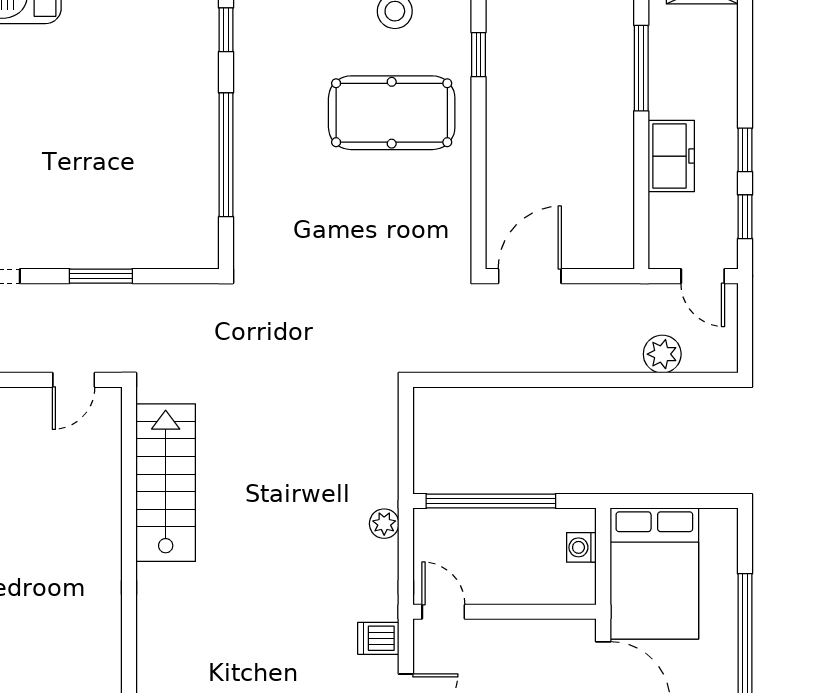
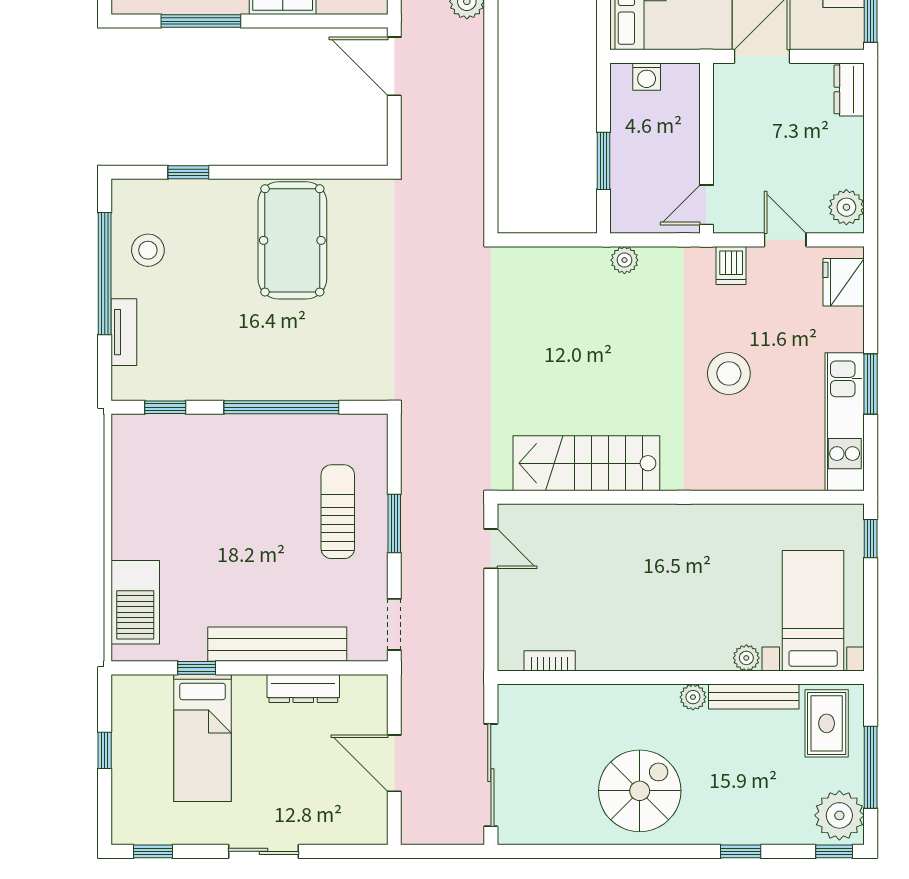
pool table: (392, 113) -> (292, 240), moved
sun lounger: (114, 215) -> (338, 512), added
door: (530, 276) -> (394, 66), moved
window: (491, 501) -> (603, 161), width x0.47
stool: (262, 636) -> (729, 373), added

